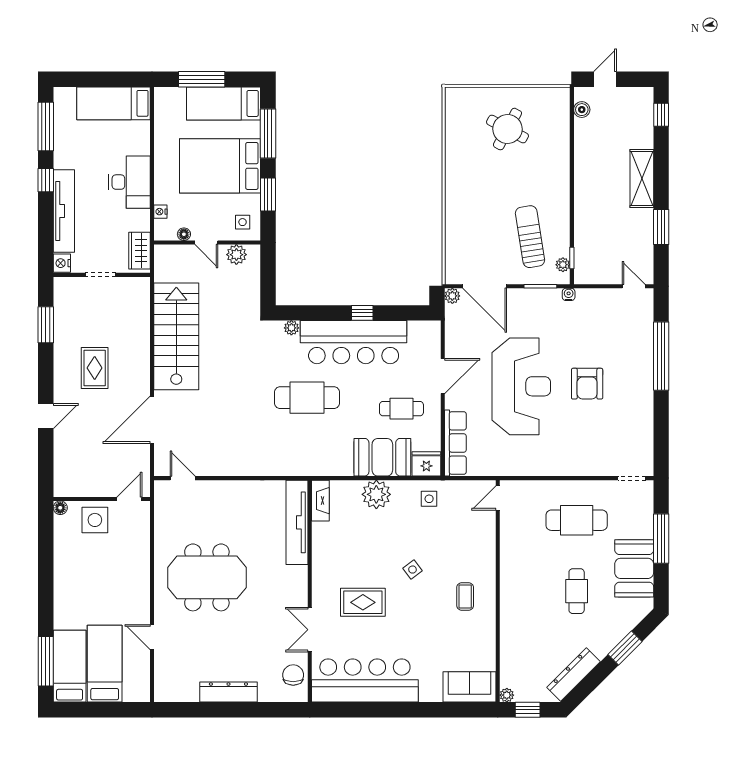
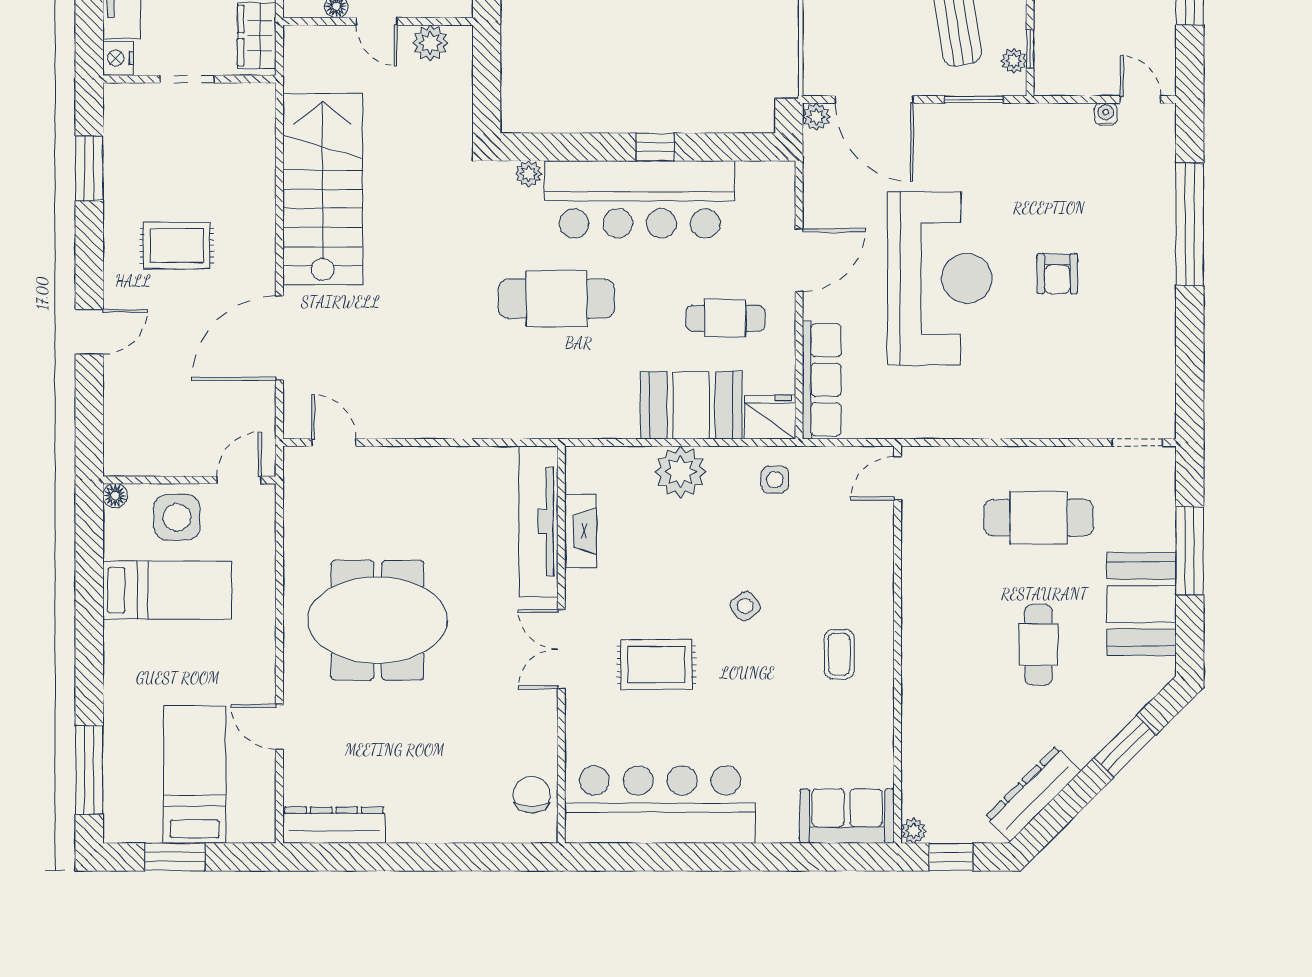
water cooler: (569, 294) -> (1106, 114), moved
rug: (95, 368) -> (177, 246), turned 90
armchair: (587, 384) -> (1057, 274), width x0.72, depth x0.72
fireplace: (320, 501) -> (580, 531), moved
double door: (310, 630) -> (561, 649), moved
bed: (70, 666) -> (167, 590), moved, turned 90
dresser: (228, 692) -> (334, 825), moved
window: (94, 710) -> (175, 857), added

